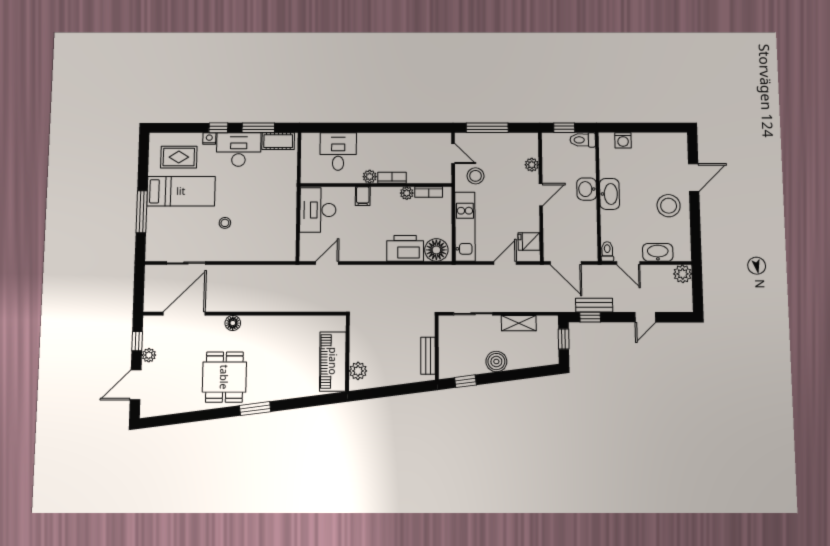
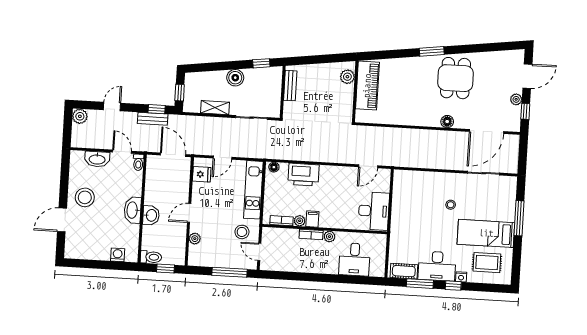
filing cabinet: (363, 196) -> (312, 219), moved
floor lamp: (436, 250) -> (274, 167), width x0.53, depth x0.53
plant: (683, 274) -> (80, 116), moved

